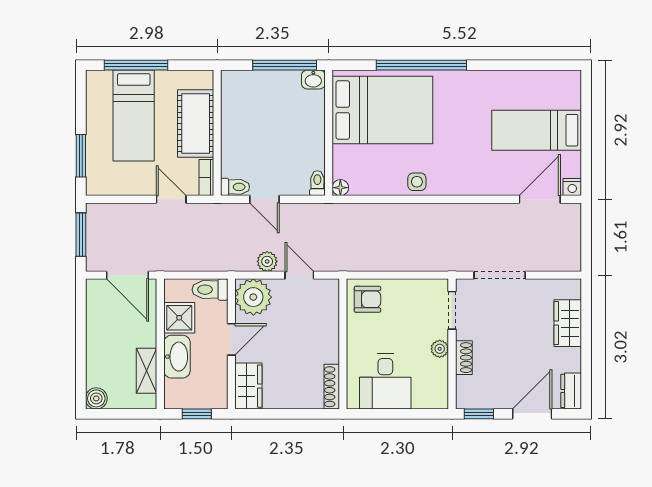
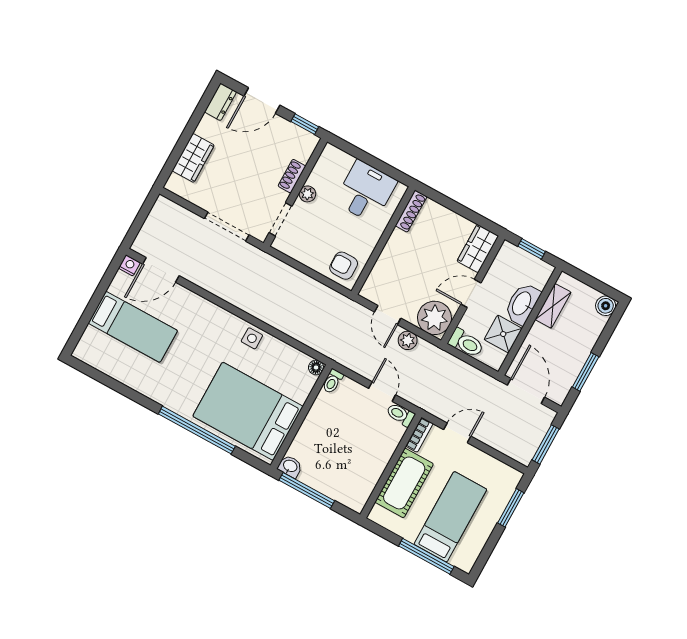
door: (171, 199) -> (457, 433), swing flipped
window: (81, 325) -> (586, 372), added

